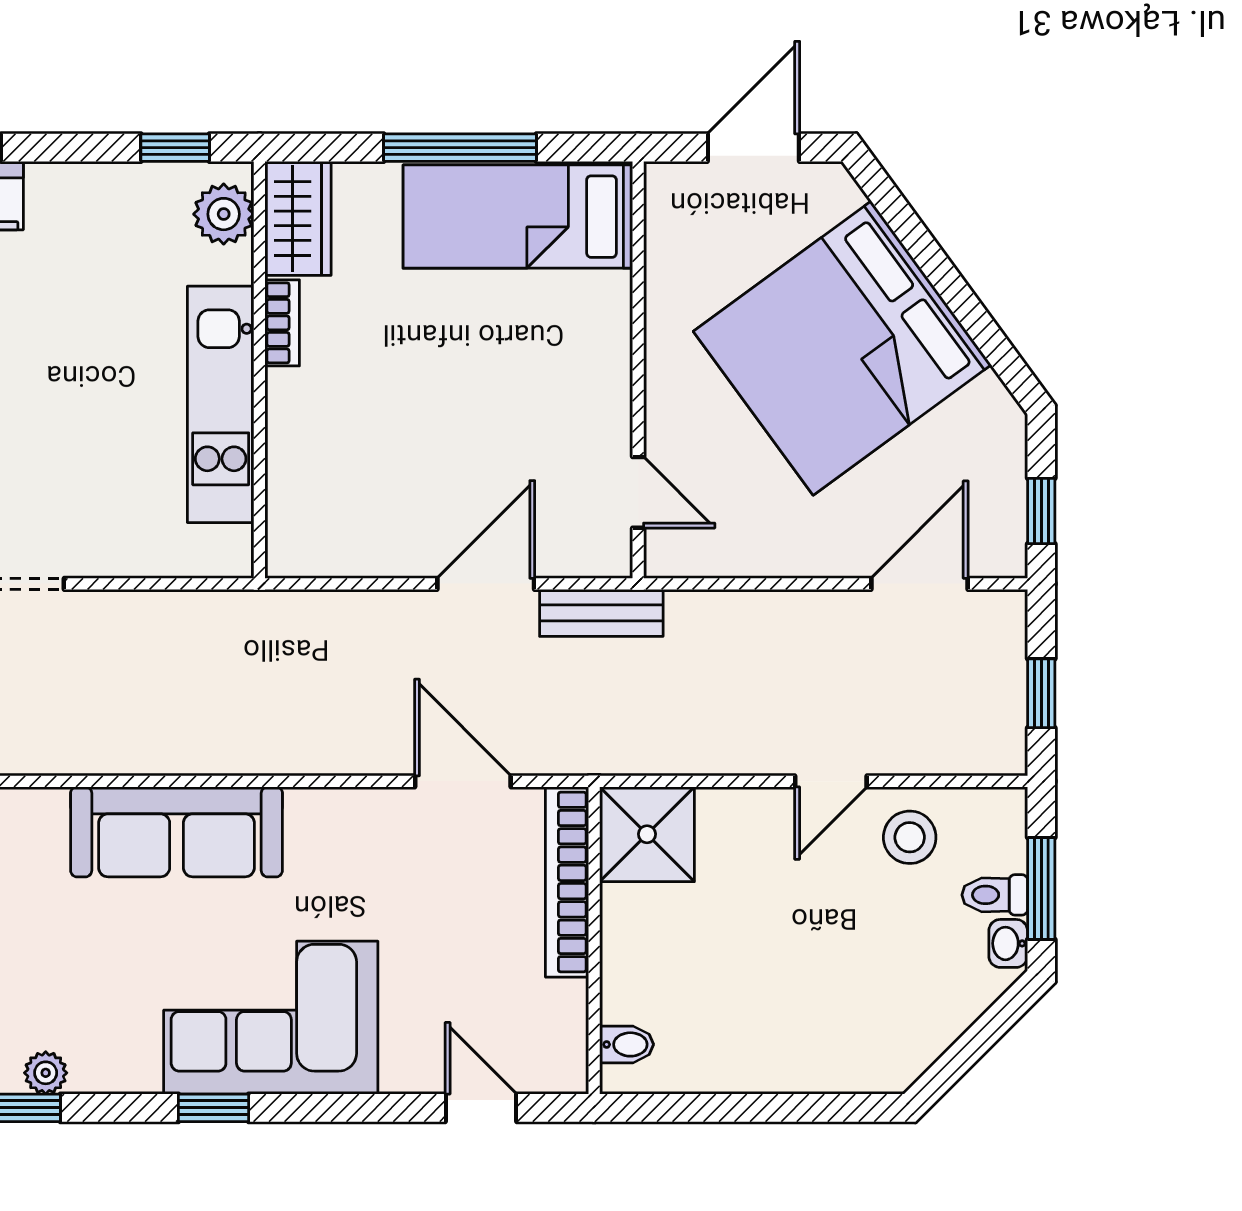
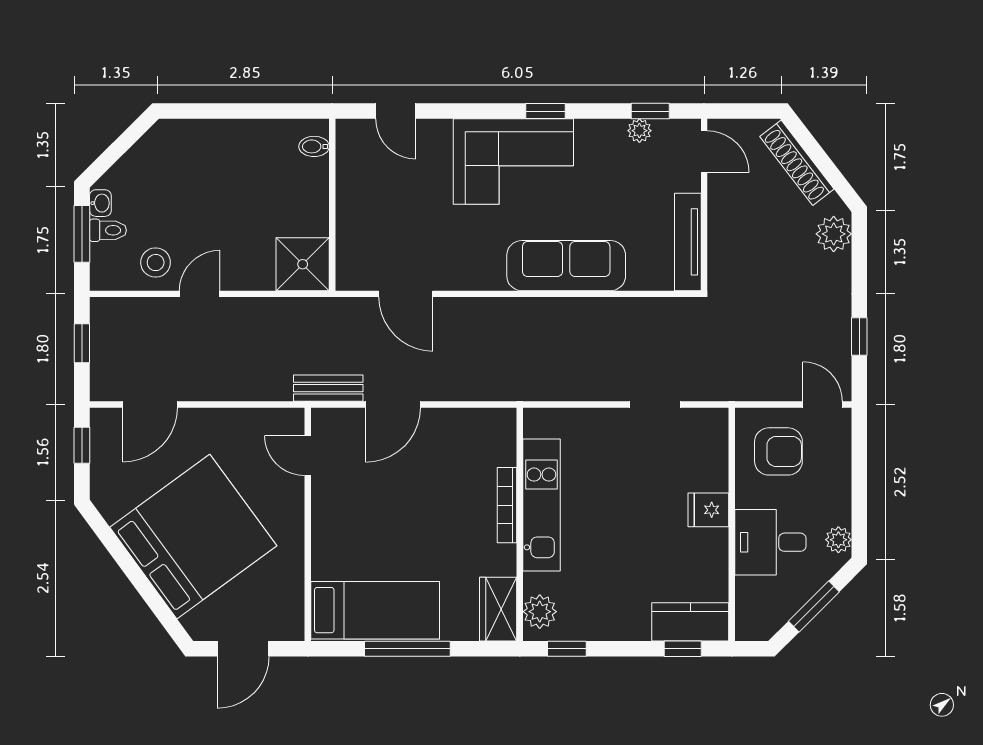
bookcase: (282, 323) -> (507, 505), moved, width x1.56
bookcase: (567, 882) -> (347, 237), removed

